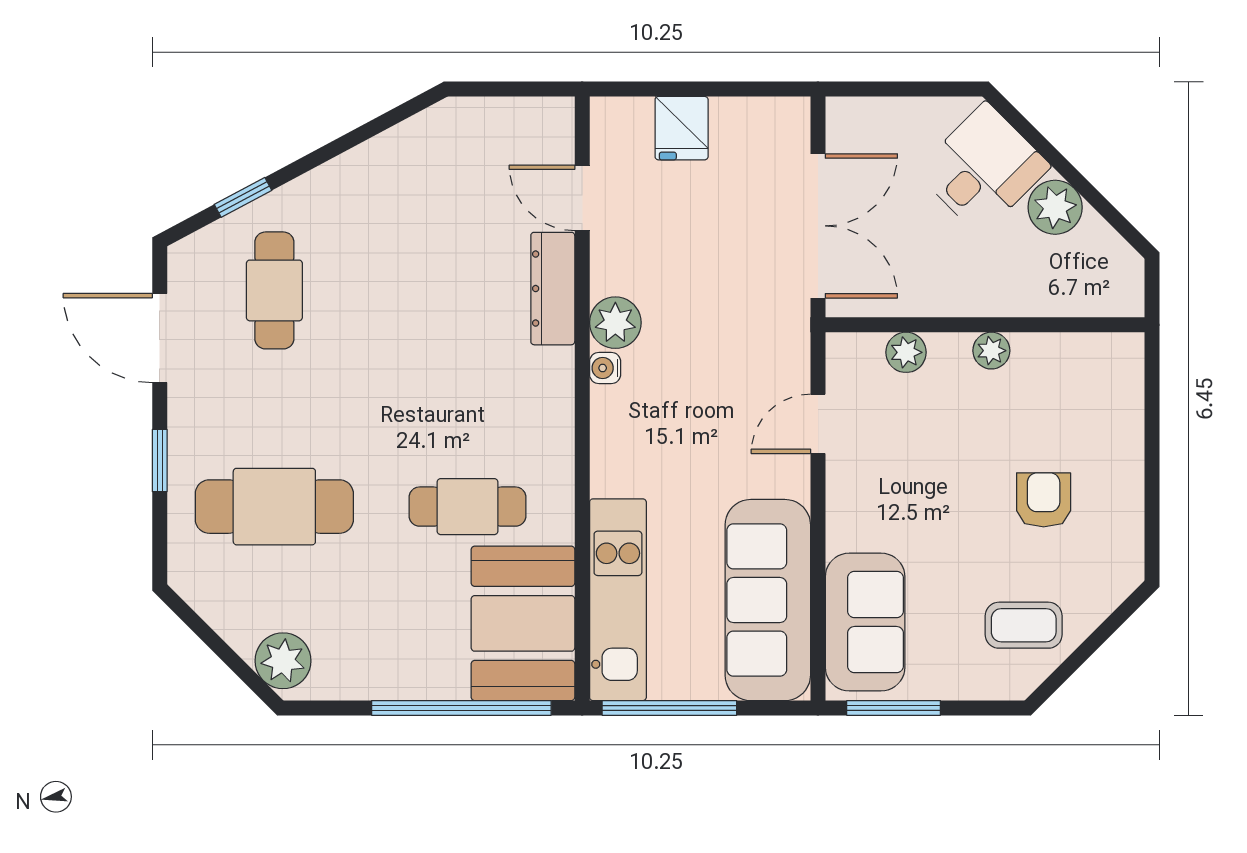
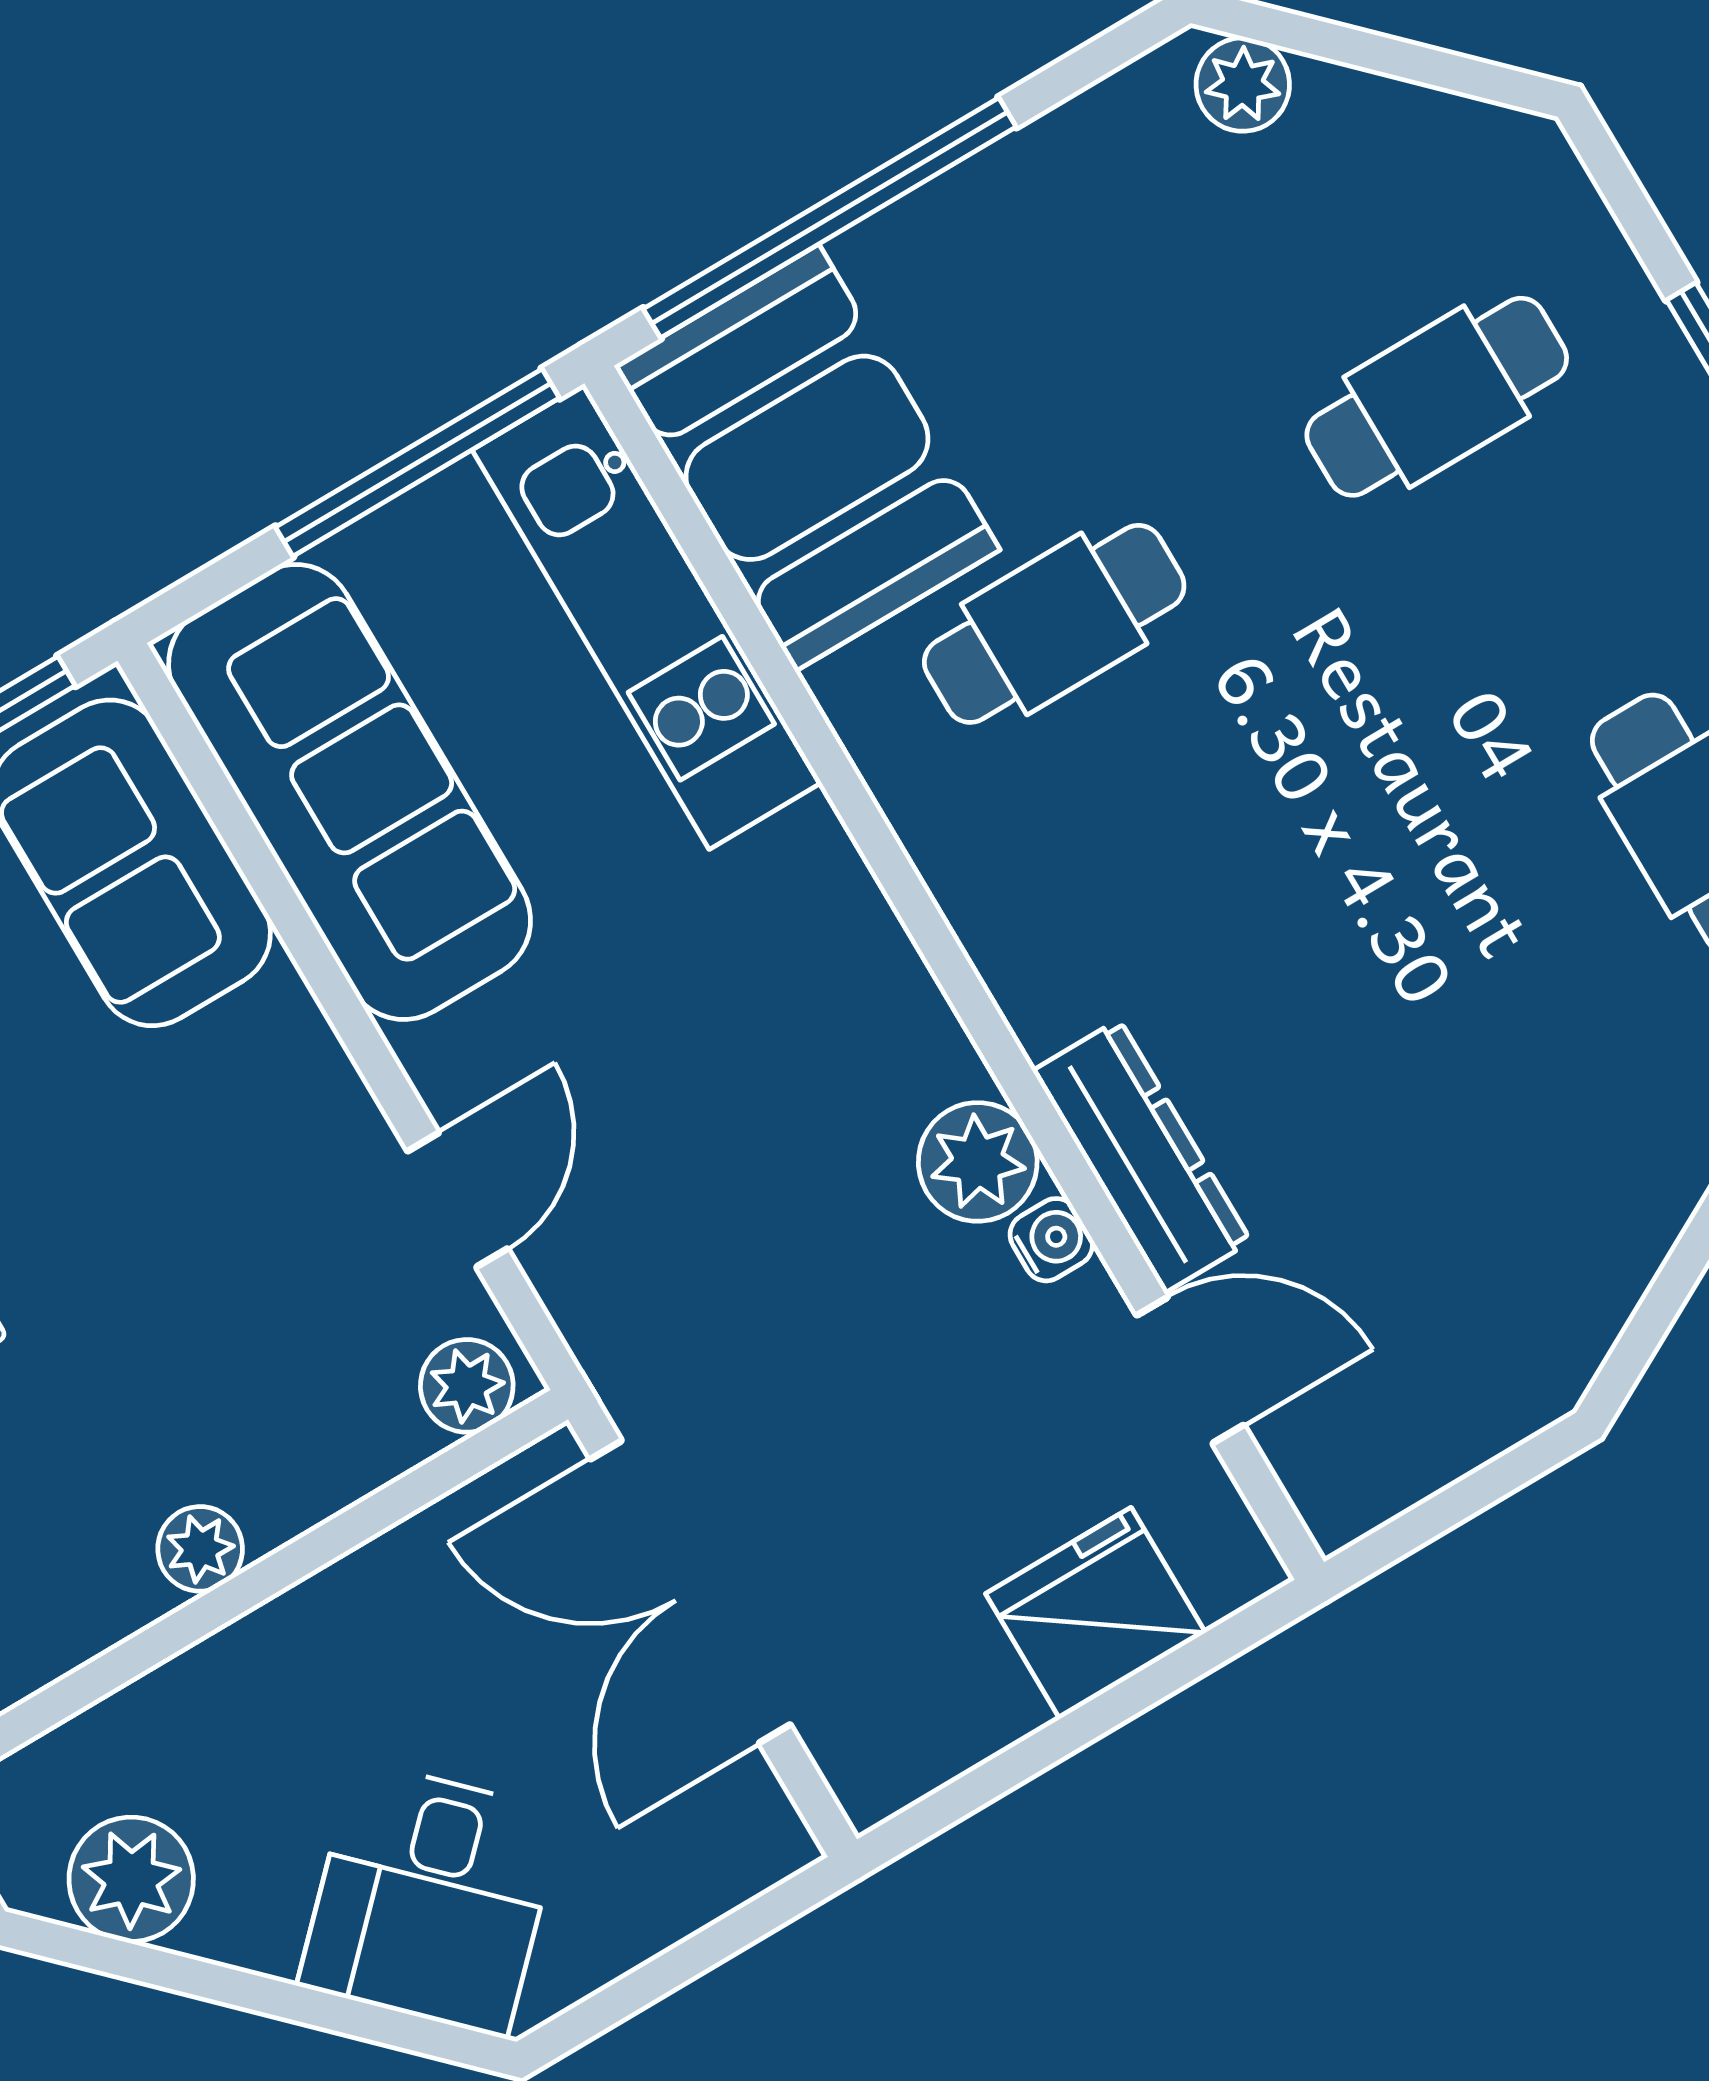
fridge: (682, 128) -> (1095, 1613), width x1.38
plant: (1055, 207) -> (131, 1879), moved
plant: (906, 352) -> (467, 1386), moved
water cooler: (605, 368) -> (1051, 1240), moved
cafe table: (274, 507) -> (1437, 397), width x0.73, depth x0.74
plant: (283, 661) -> (1243, 85), width x0.73, depth x0.73

